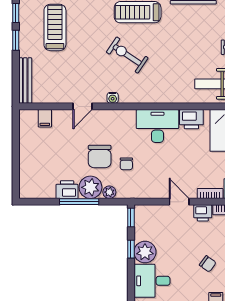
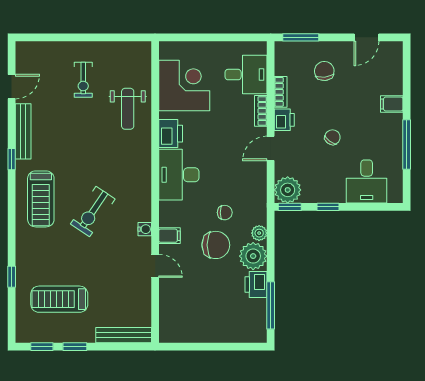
filing cabinet: (45, 118) -> (169, 236), moved
window: (79, 202) -> (271, 305), moved
plant: (145, 252) -> (288, 190), moved
chair: (208, 264) -> (332, 137), moved

